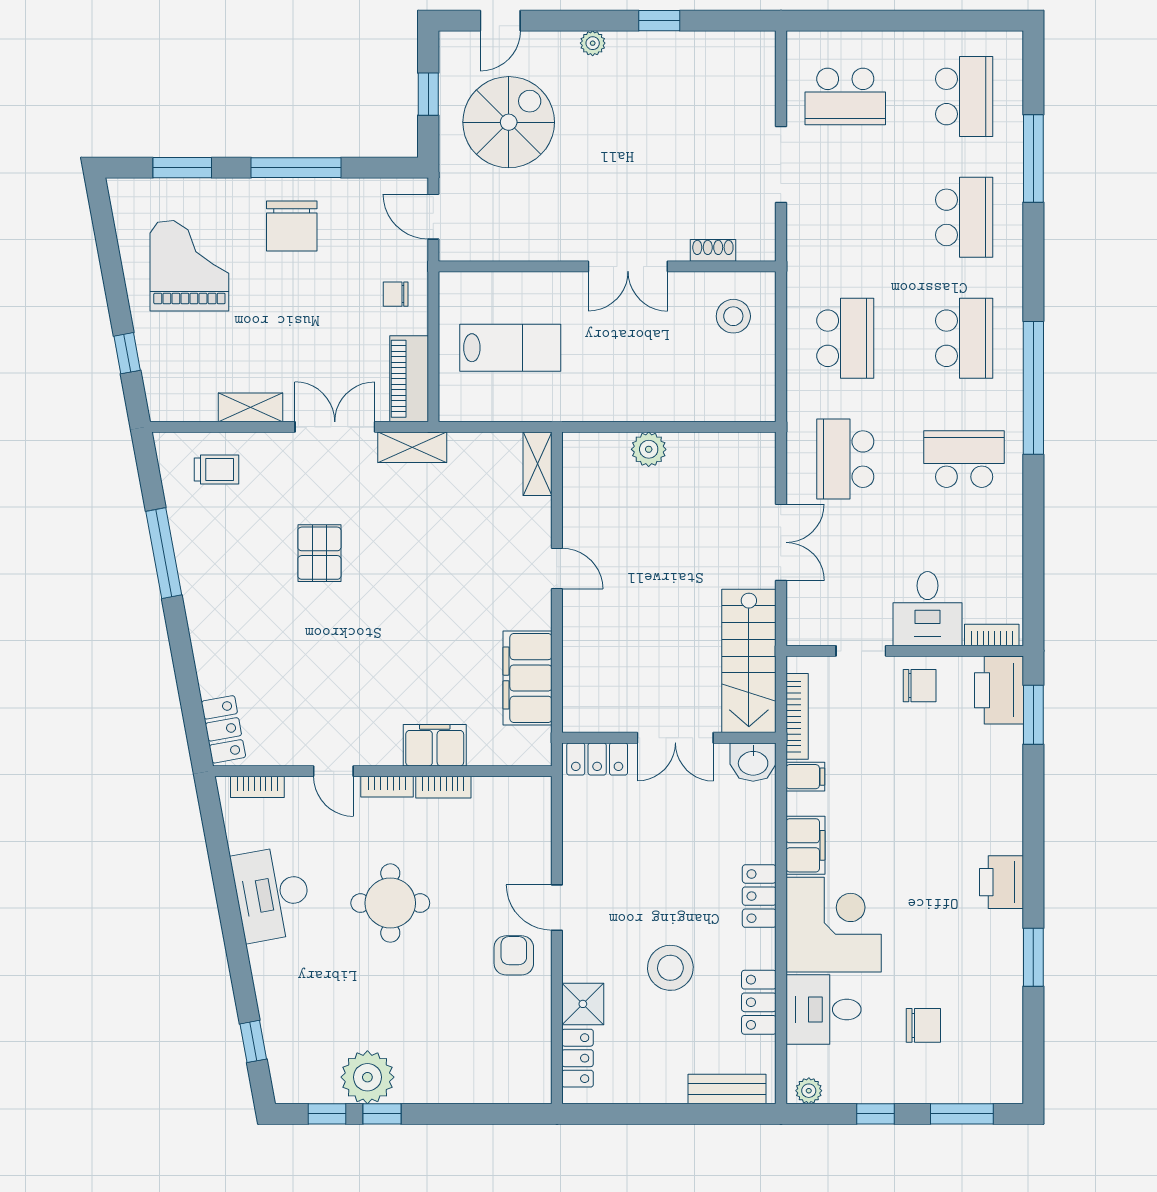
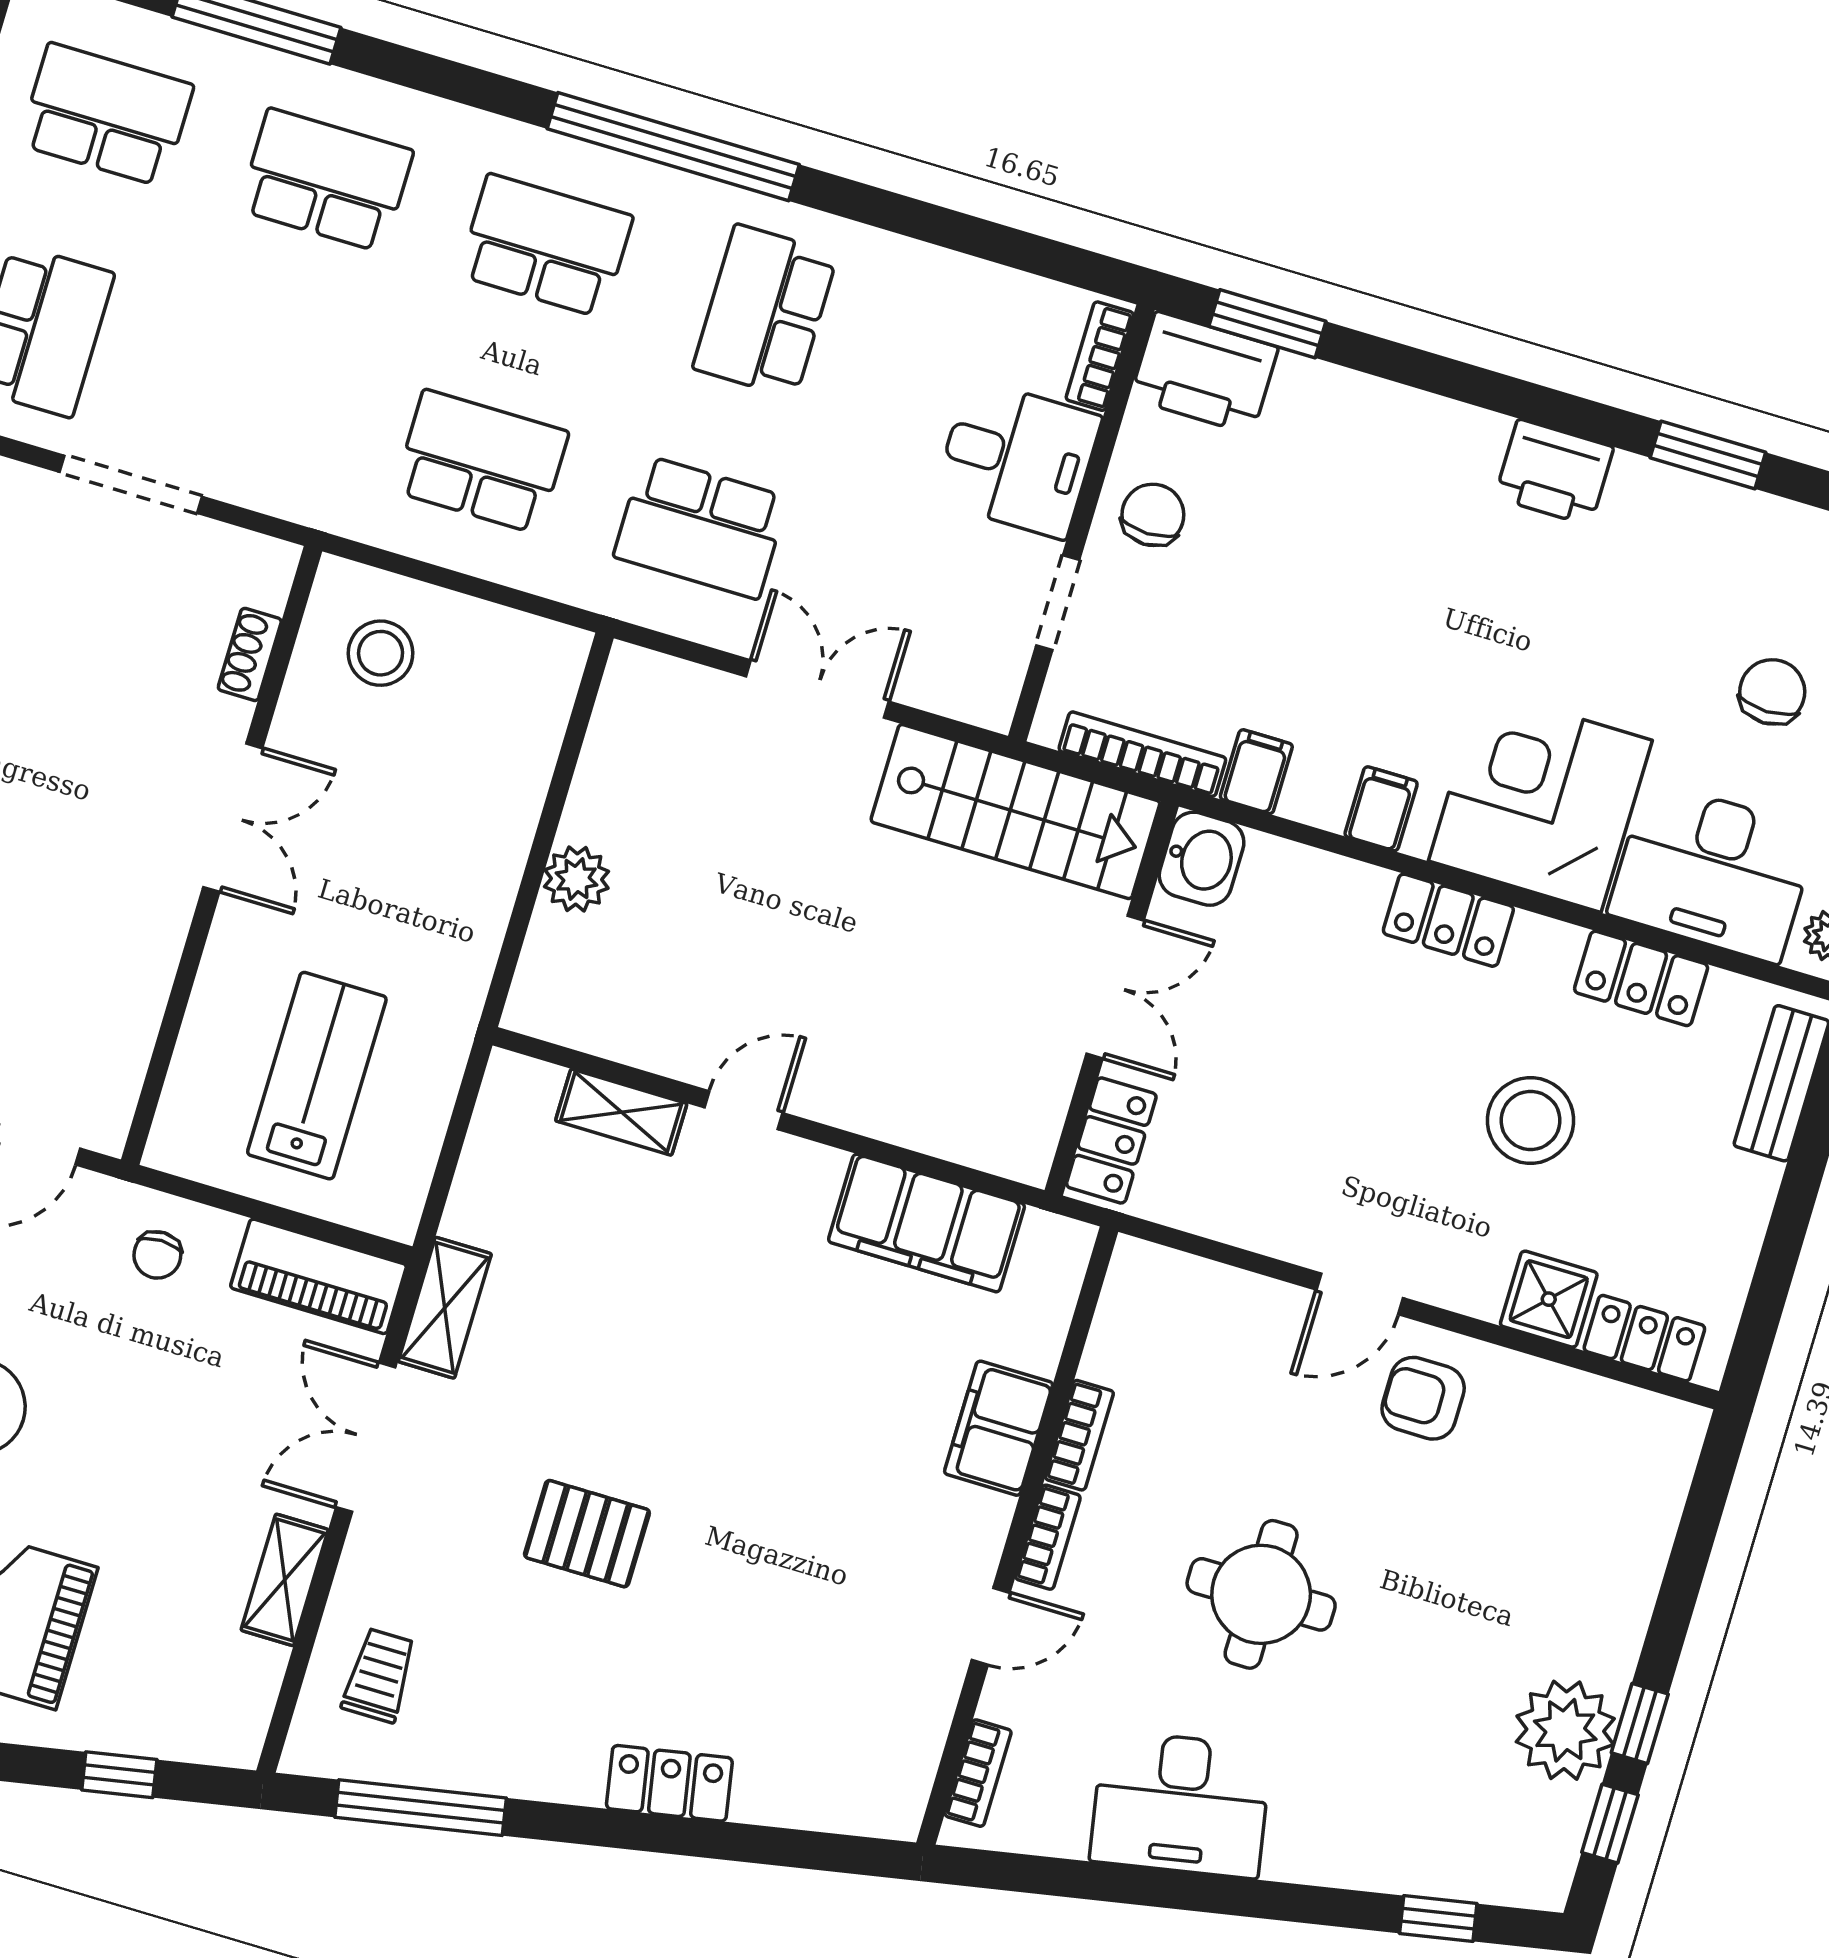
shelving: (538, 464) -> (621, 1112), moved
window: (164, 553) -> (421, 1808), moved
locker: (223, 729) -> (669, 1783), moved
filing cabinet: (805, 845) -> (1381, 809), width x0.50
desk: (824, 1009) -> (1713, 872), width x1.37

